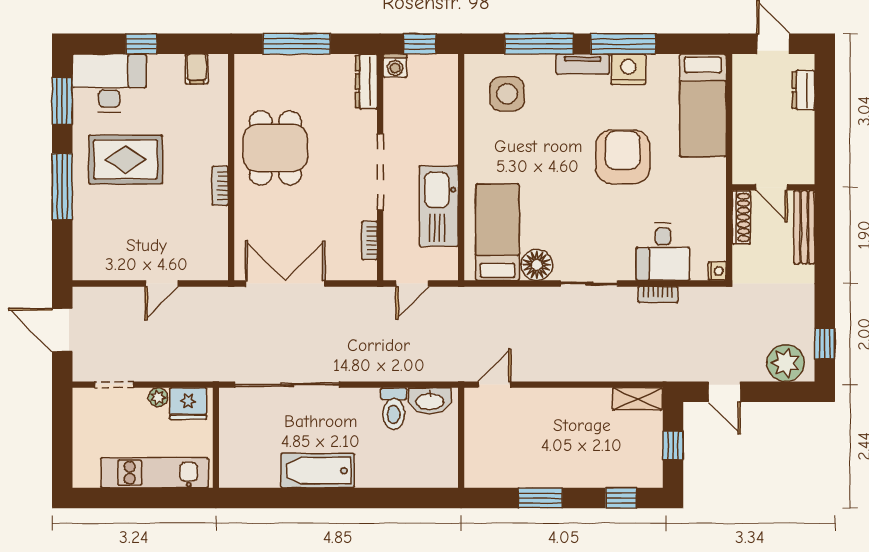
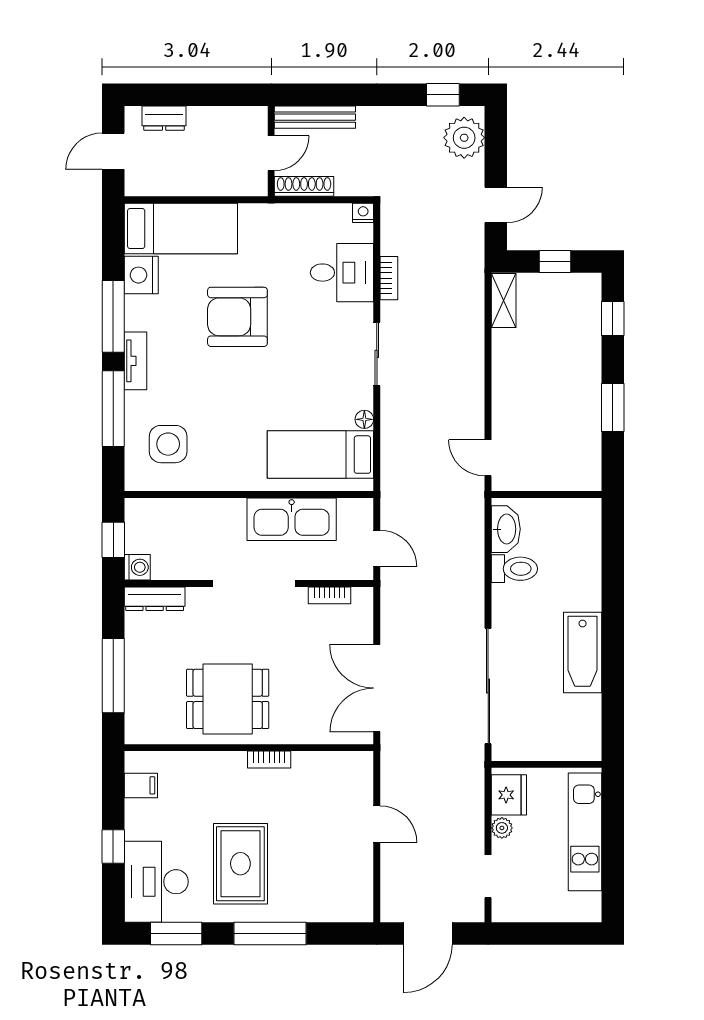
nightstand: (628, 69) -> (141, 275), moved
floor lamp: (537, 265) -> (364, 419), width x0.53, depth x0.53

